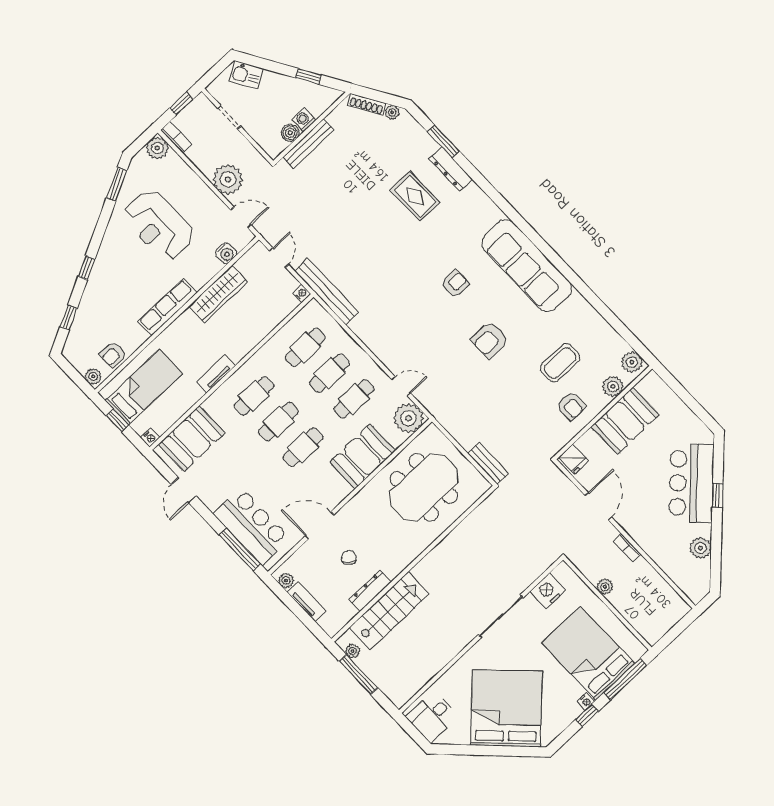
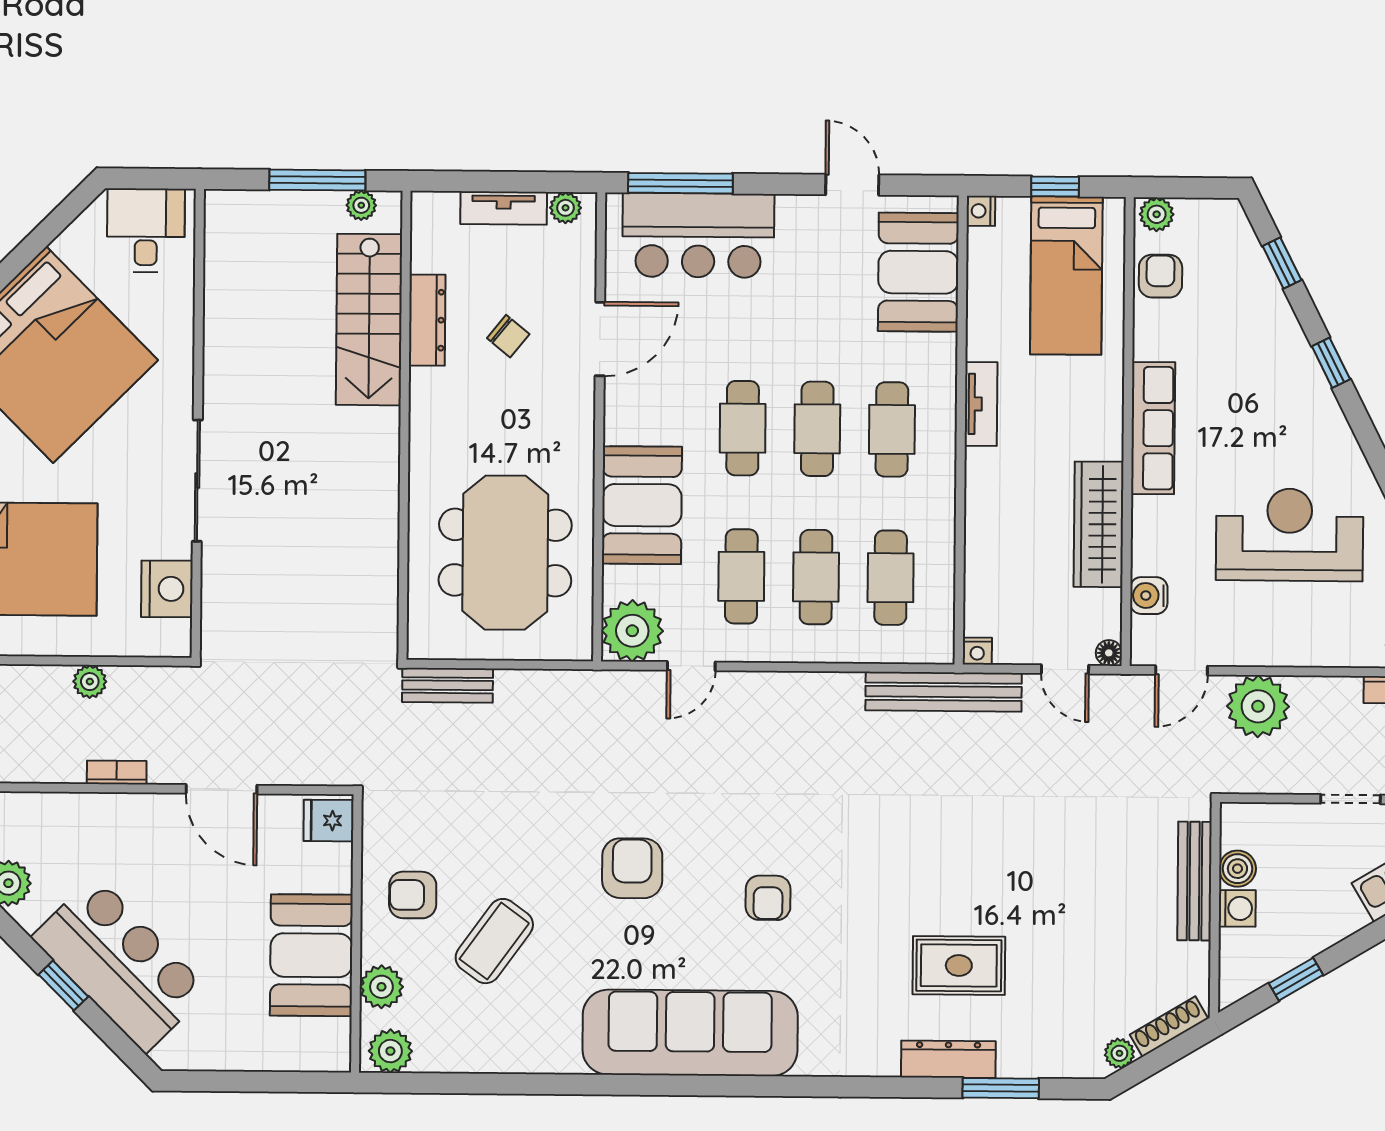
floor lamp: (259, 248) -> (1109, 653), added
coffee table: (560, 363) -> (494, 941), turned 36

